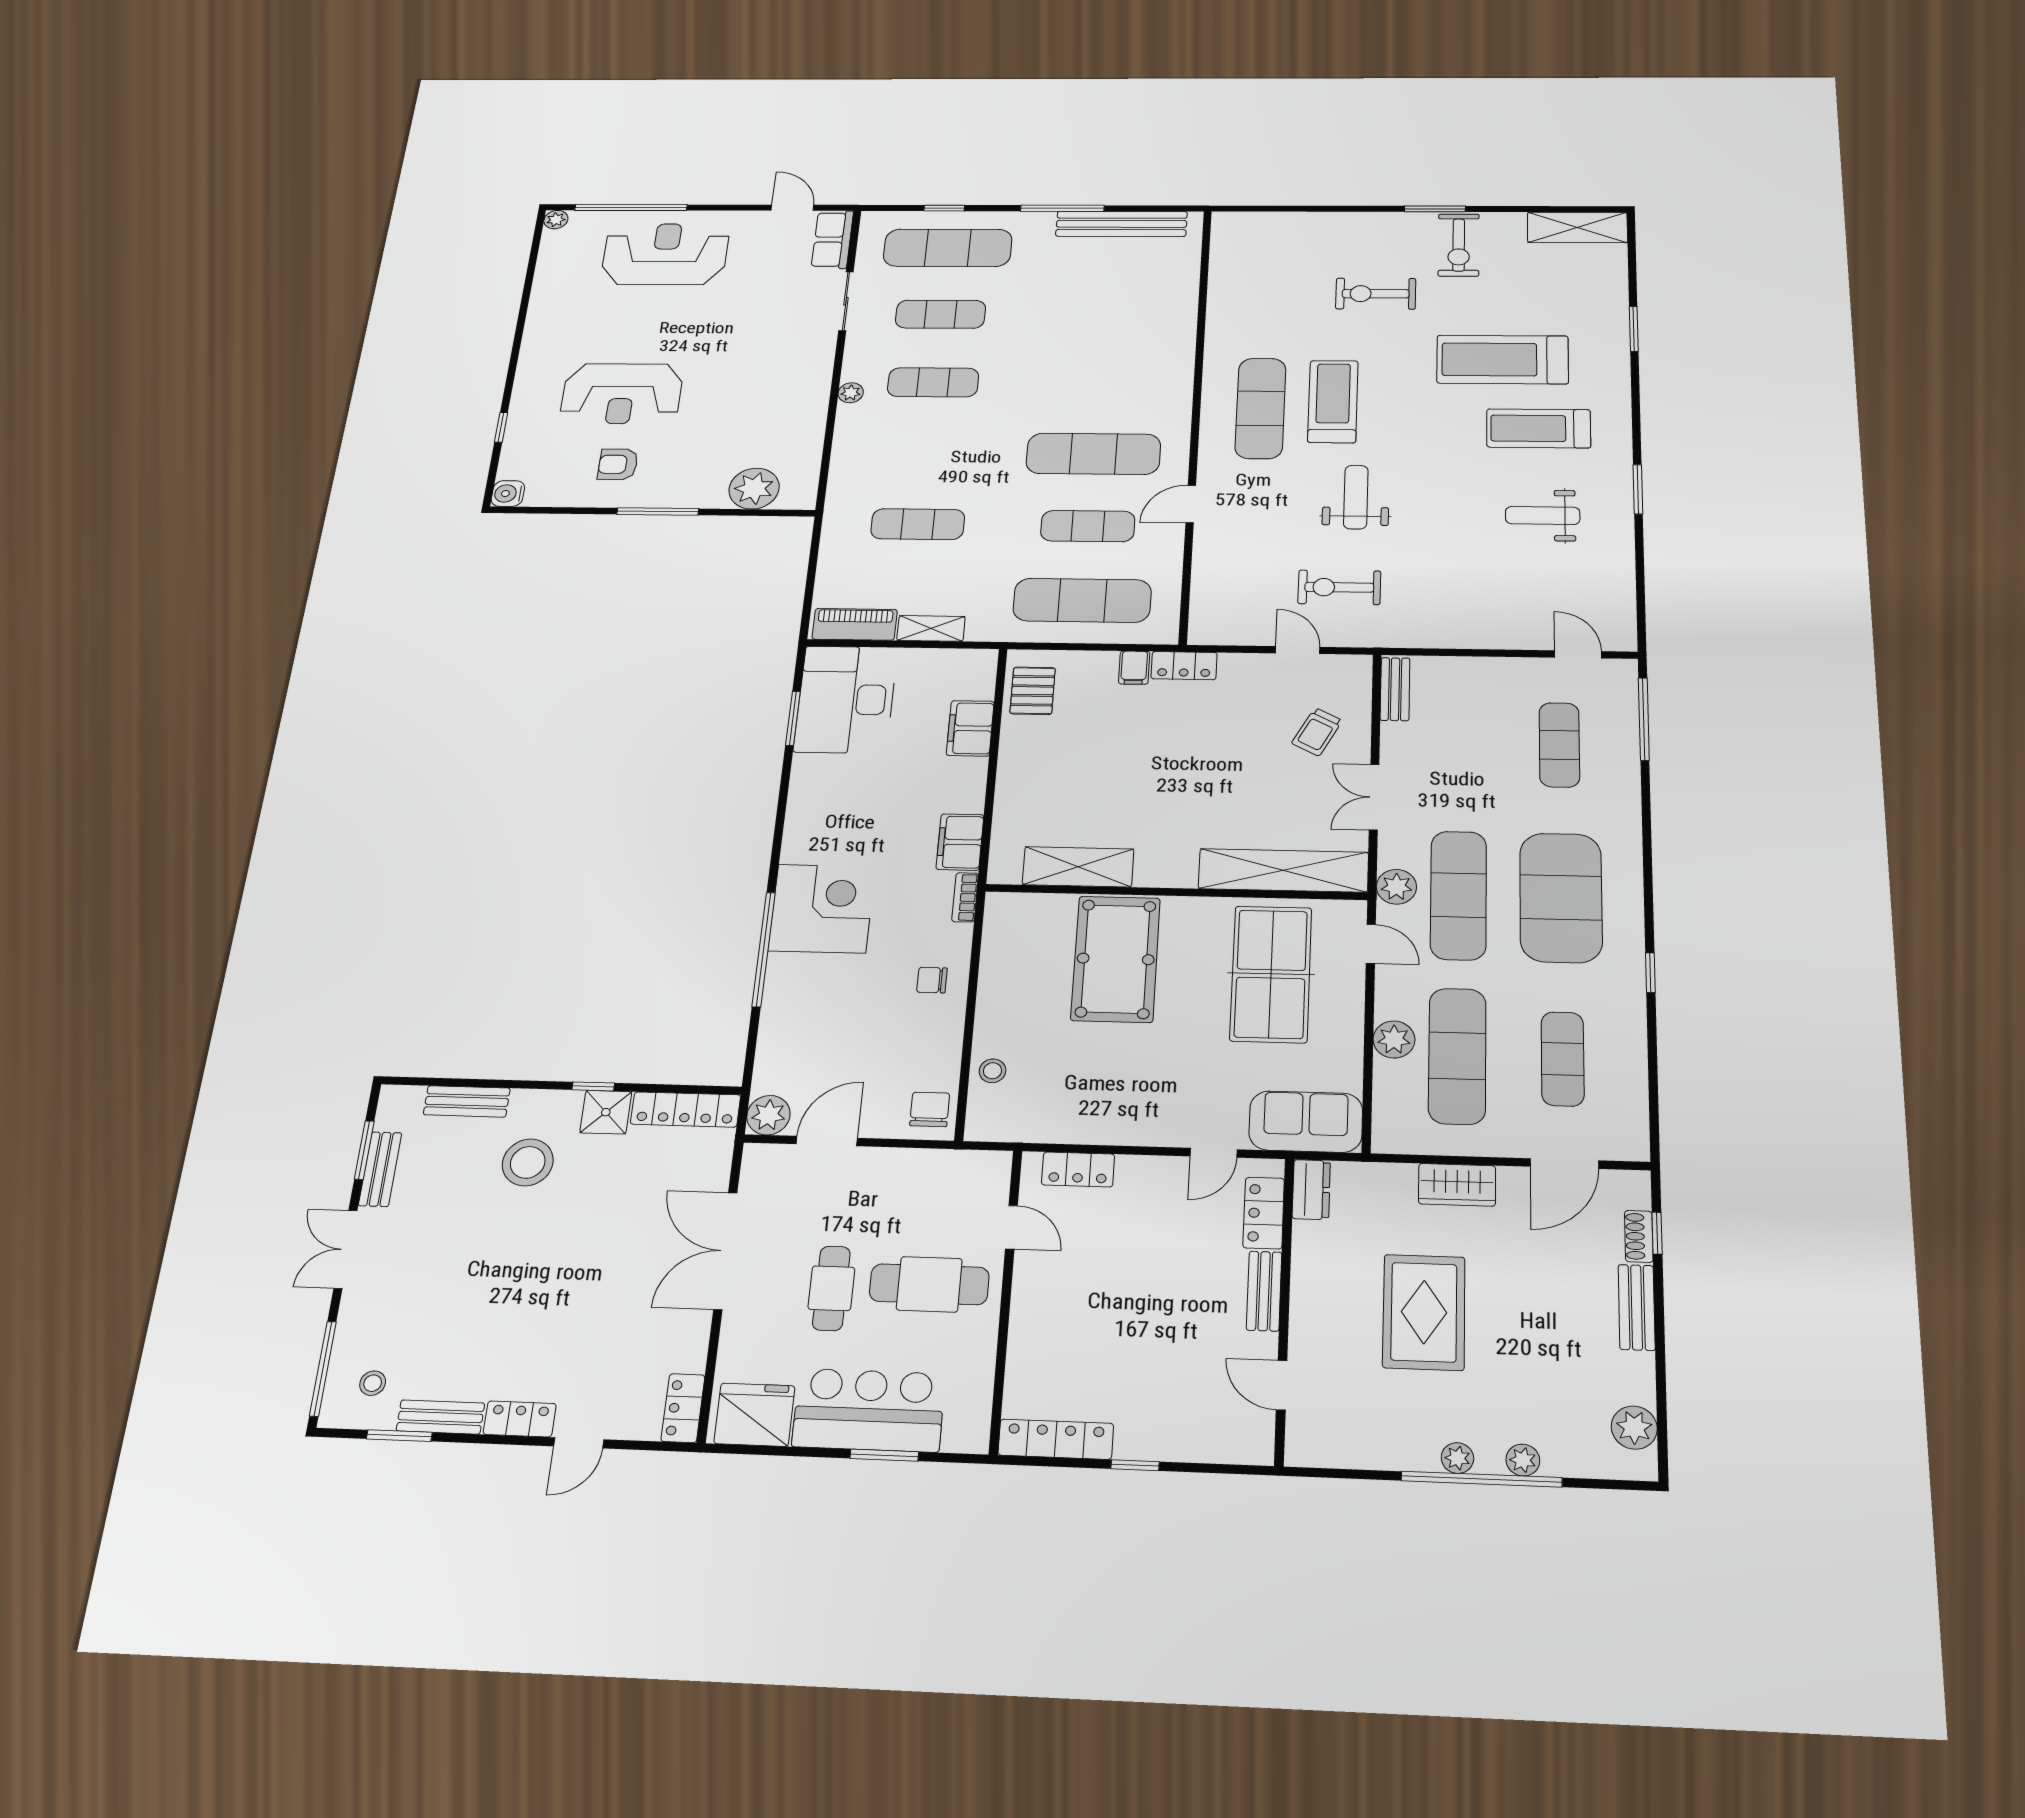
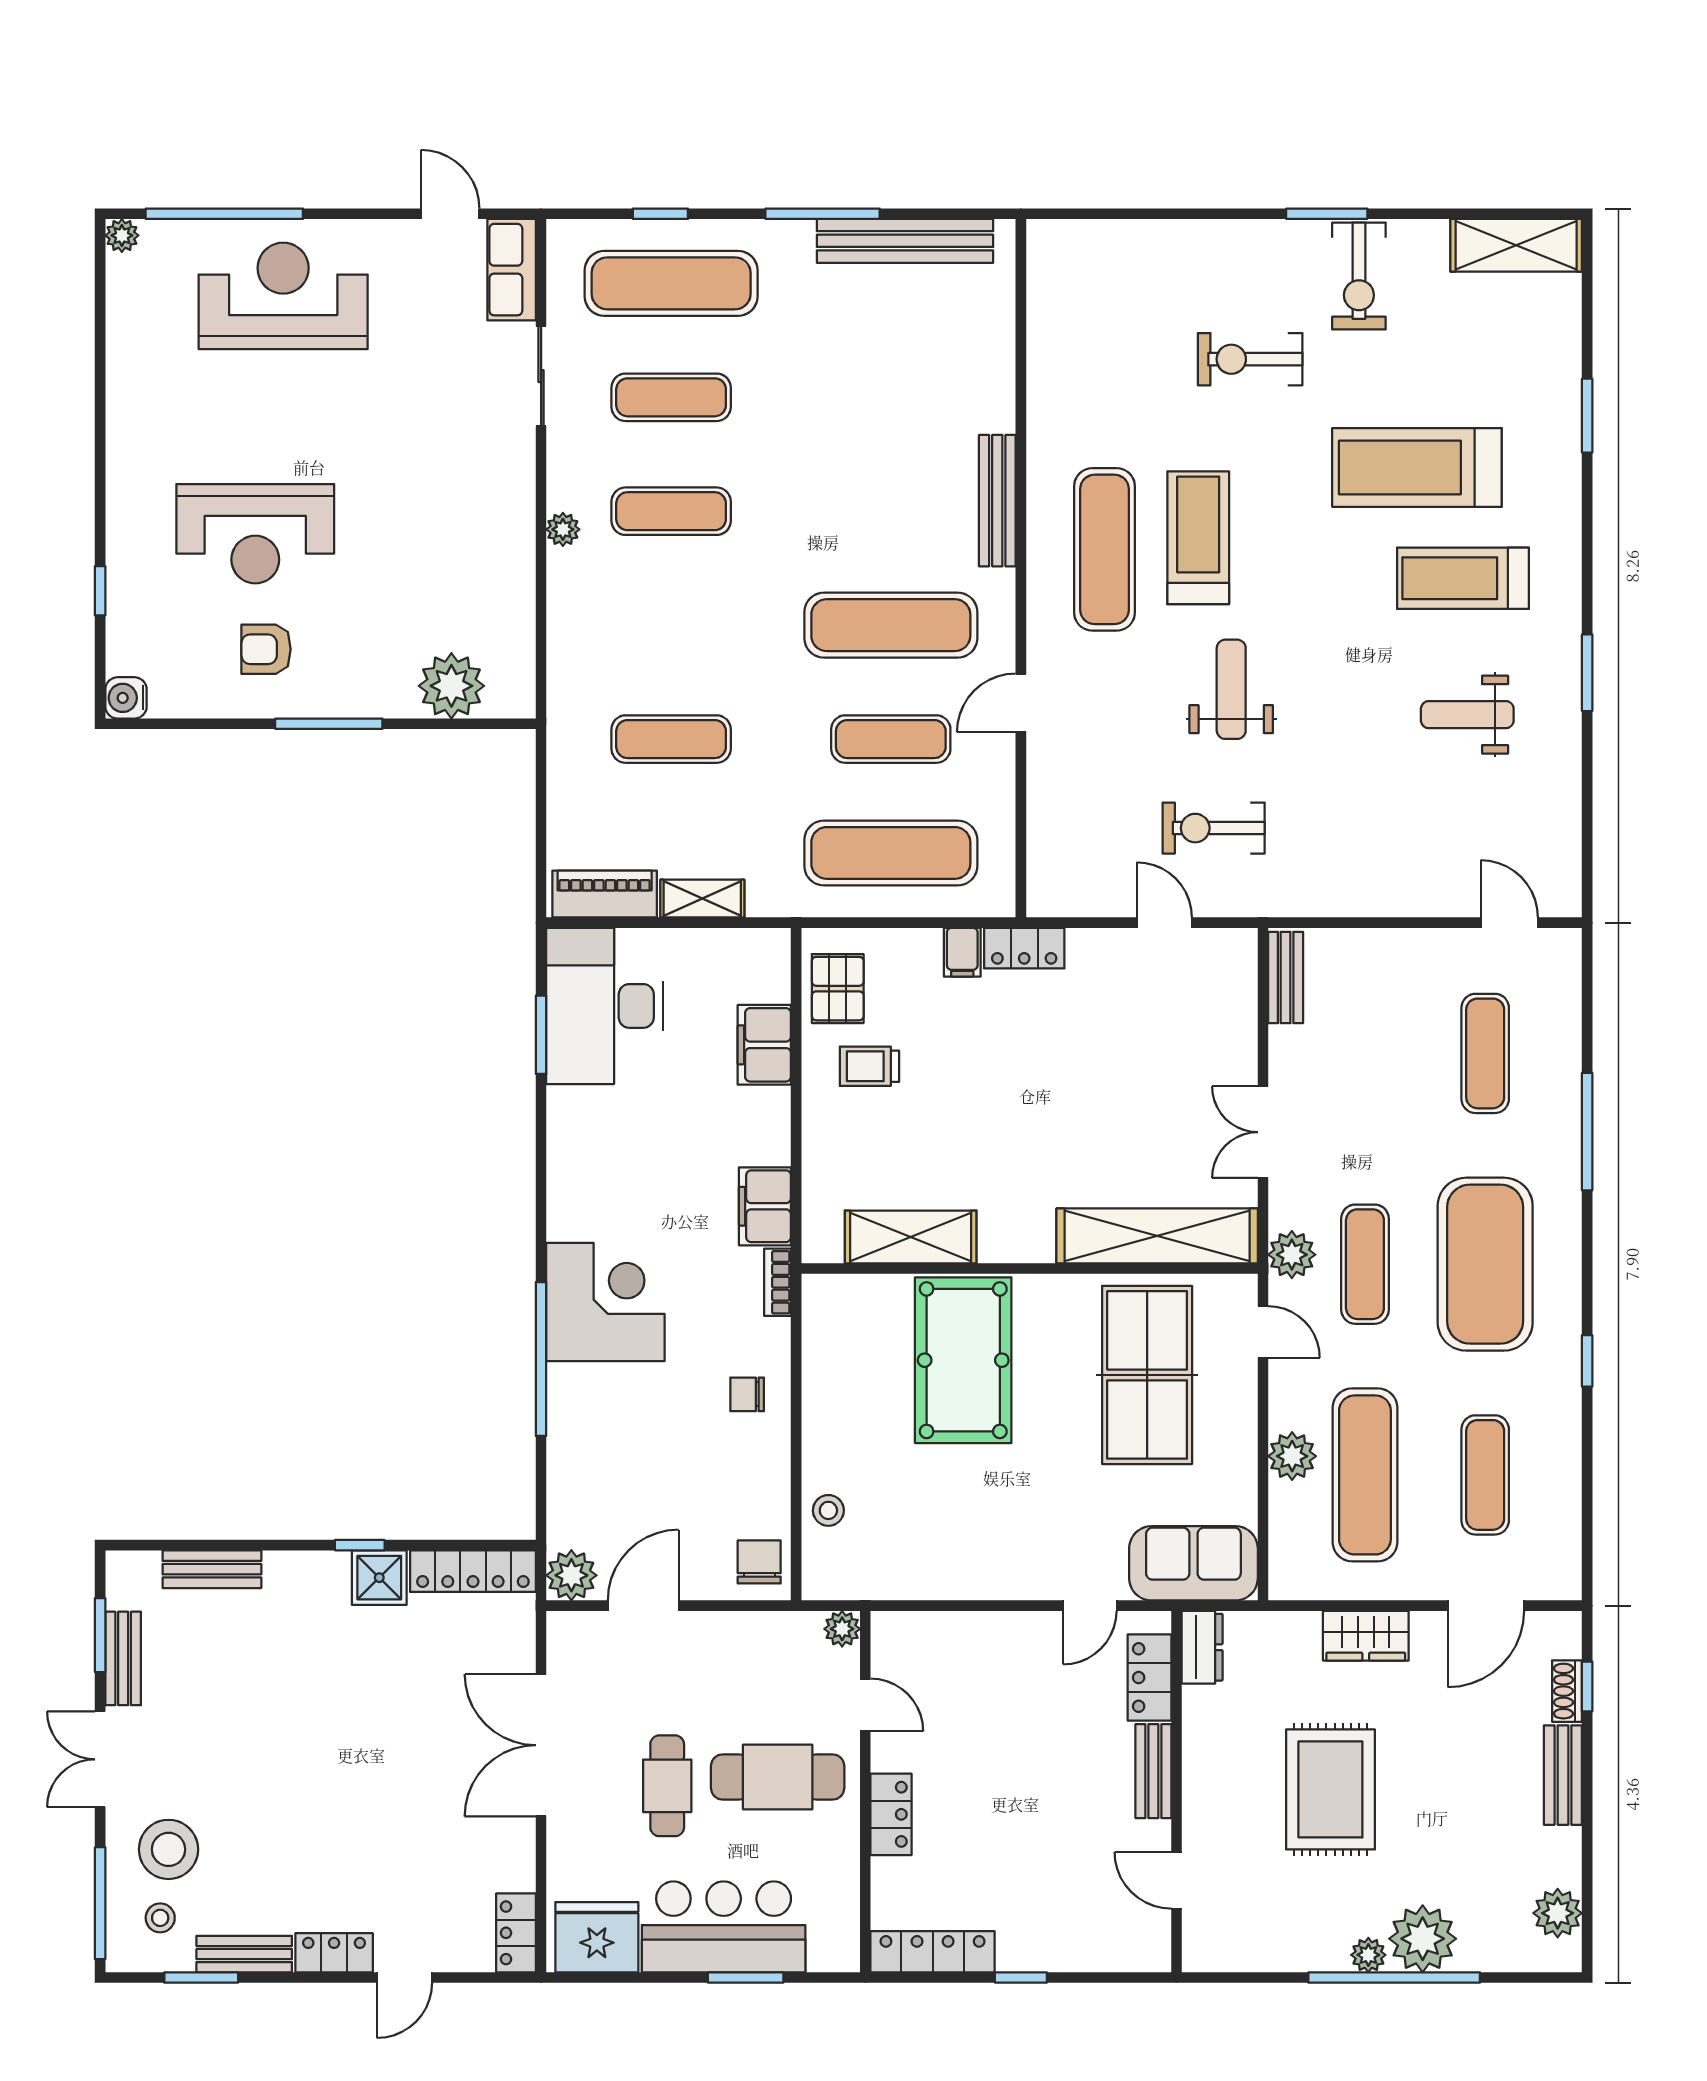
bench: (1180, 378) -> (997, 501), added
window: (1644, 719) -> (1587, 1132), moved
trolley: (1317, 732) -> (869, 1066), moved, turned 62
exercise mat: (1458, 895) -> (1365, 1264), width x0.73, depth x0.69
stool: (528, 1162) -> (169, 1849), moved
plant: (996, 1165) -> (842, 1629), added
locker: (1078, 1169) -> (891, 1814), moved, turned -90
plant: (1523, 1460) -> (1423, 1939), width x1.87, depth x1.87

